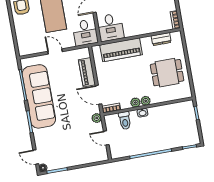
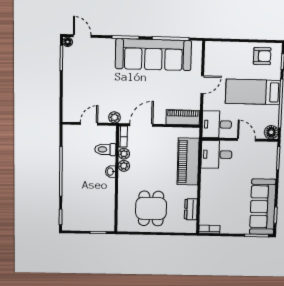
piano: (87, 72) -> (183, 117), moved
plant: (146, 101) -> (124, 154), moved
door: (36, 157) -> (82, 36), hinge flipped

